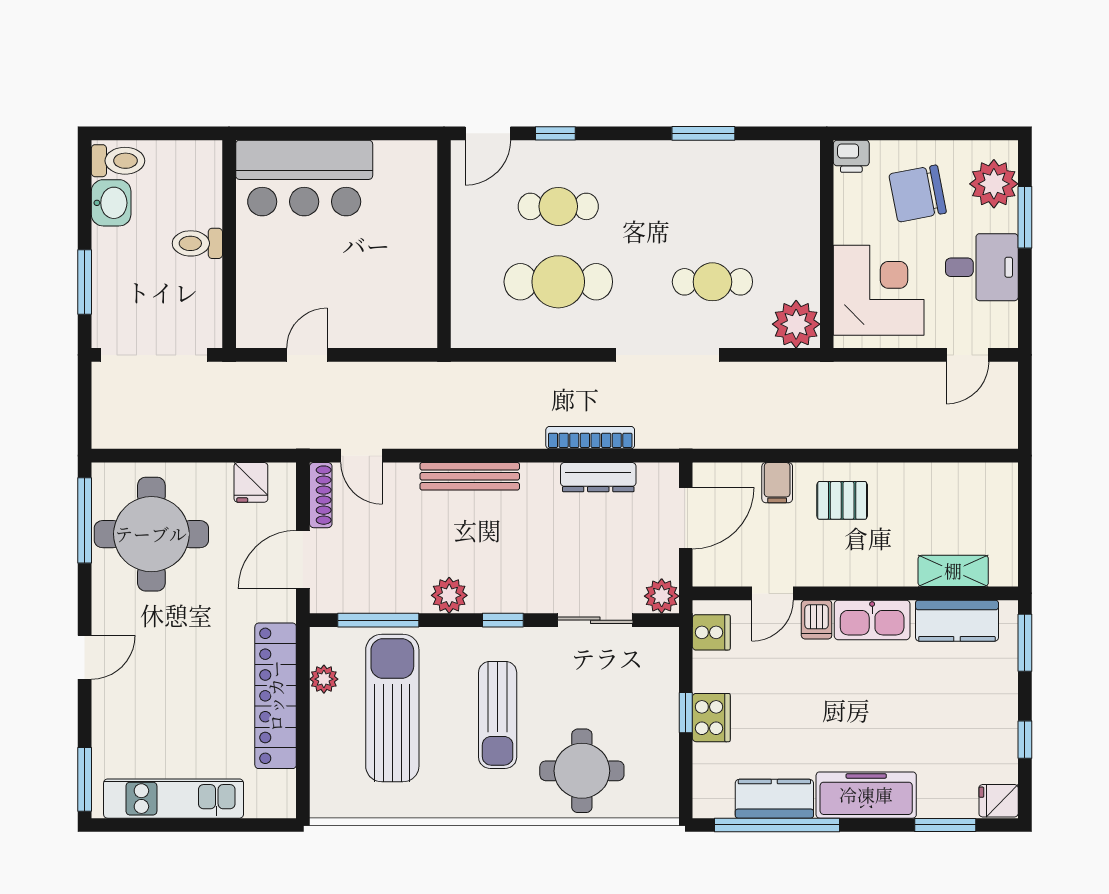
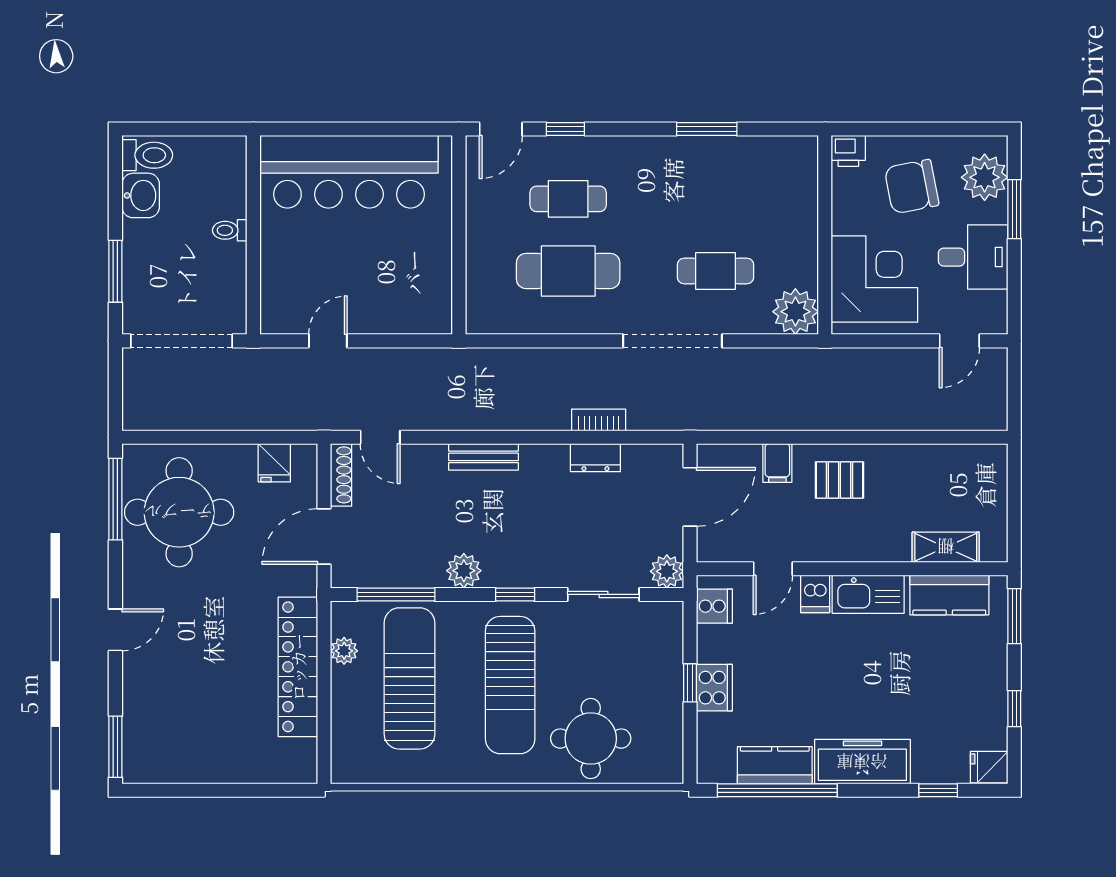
bar counter: (304, 178) -> (349, 172), width x1.36
toilet: (197, 243) -> (230, 230), width x0.73, depth x0.72
bookcase: (590, 438) -> (599, 420), width x0.64
bench: (470, 476) -> (483, 457), width x0.73
dresser: (598, 477) -> (595, 458), width x0.70
sun lounger: (498, 715) -> (510, 685), width x1.36, depth x1.34
kitchen unit: (174, 799) -> (200, 765), removed
window: (945, 825) -> (938, 790), width x0.67

